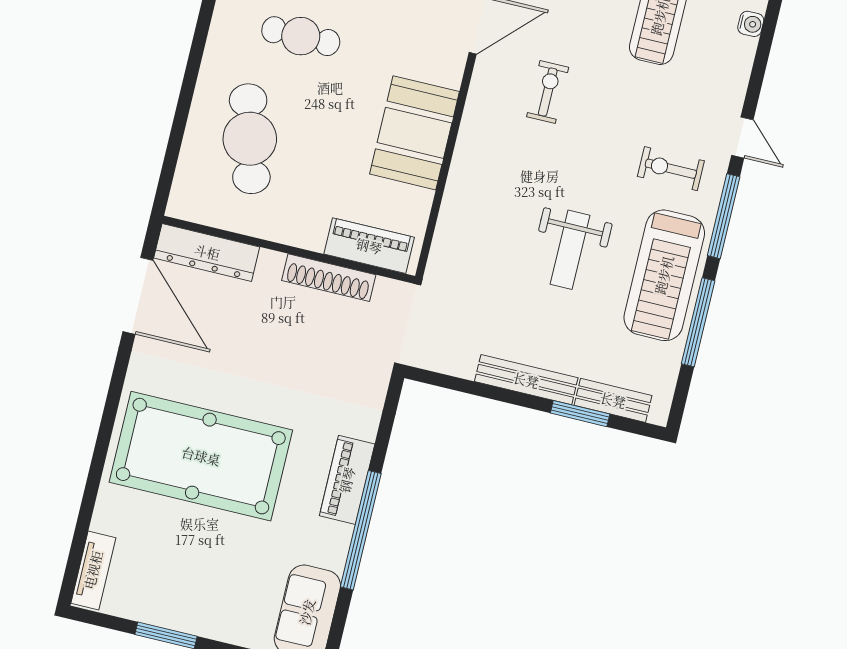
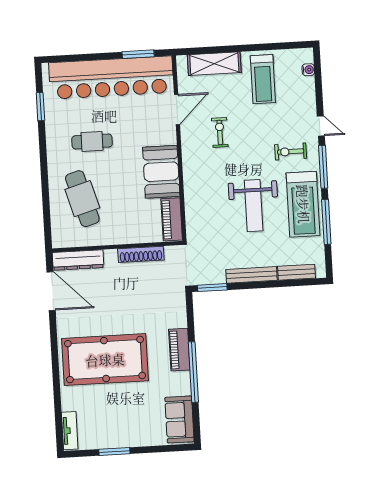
piano: (369, 246) -> (172, 219), moved, turned -90
weight bench: (570, 250) -> (254, 206), width x1.36, depth x1.33
window: (580, 414) -> (212, 288), moved

